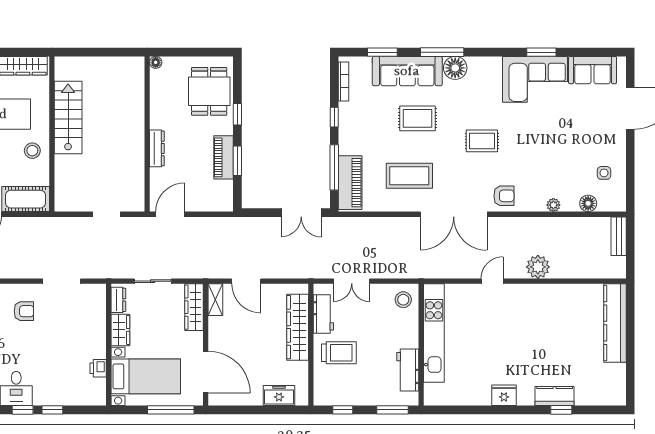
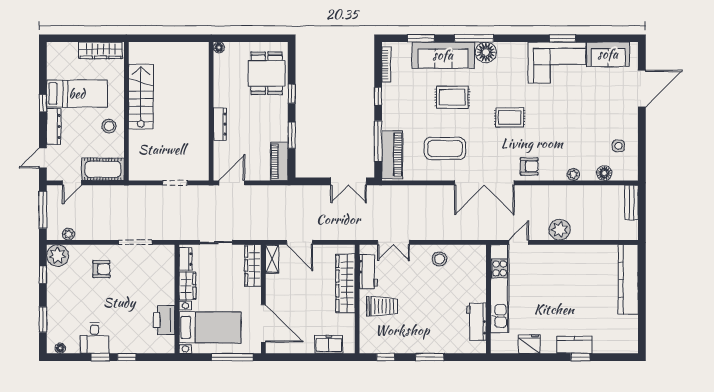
piano: (223, 157) -> (279, 161), moved
kitchen unit: (434, 333) -> (500, 289), moved
wall: (421, 345) -> (488, 299), moved
printer: (98, 368) -> (164, 320), width x1.87, depth x1.48
workbench: (408, 370) -> (476, 322), moved

